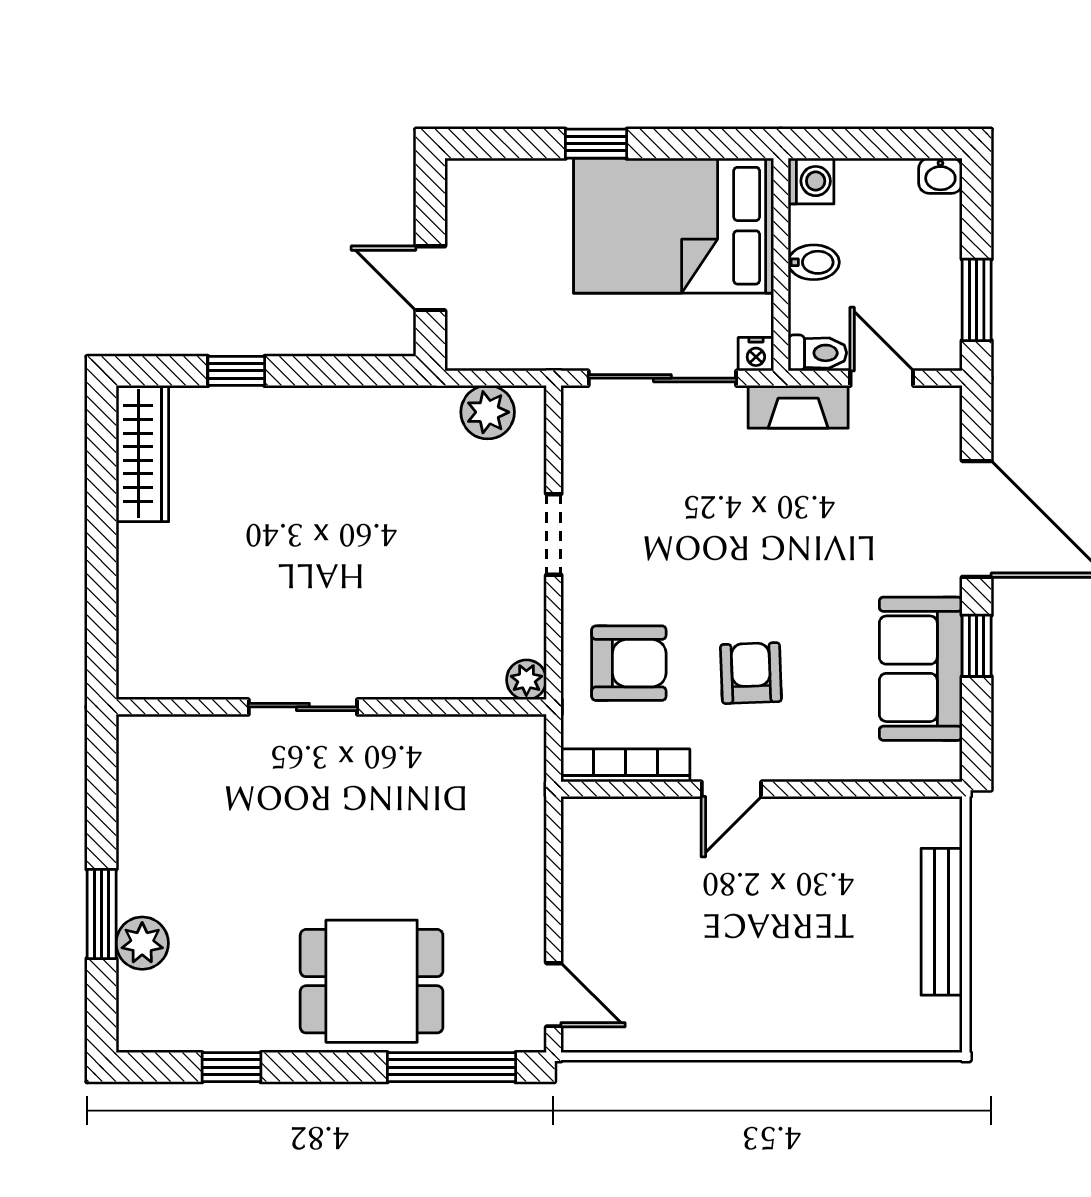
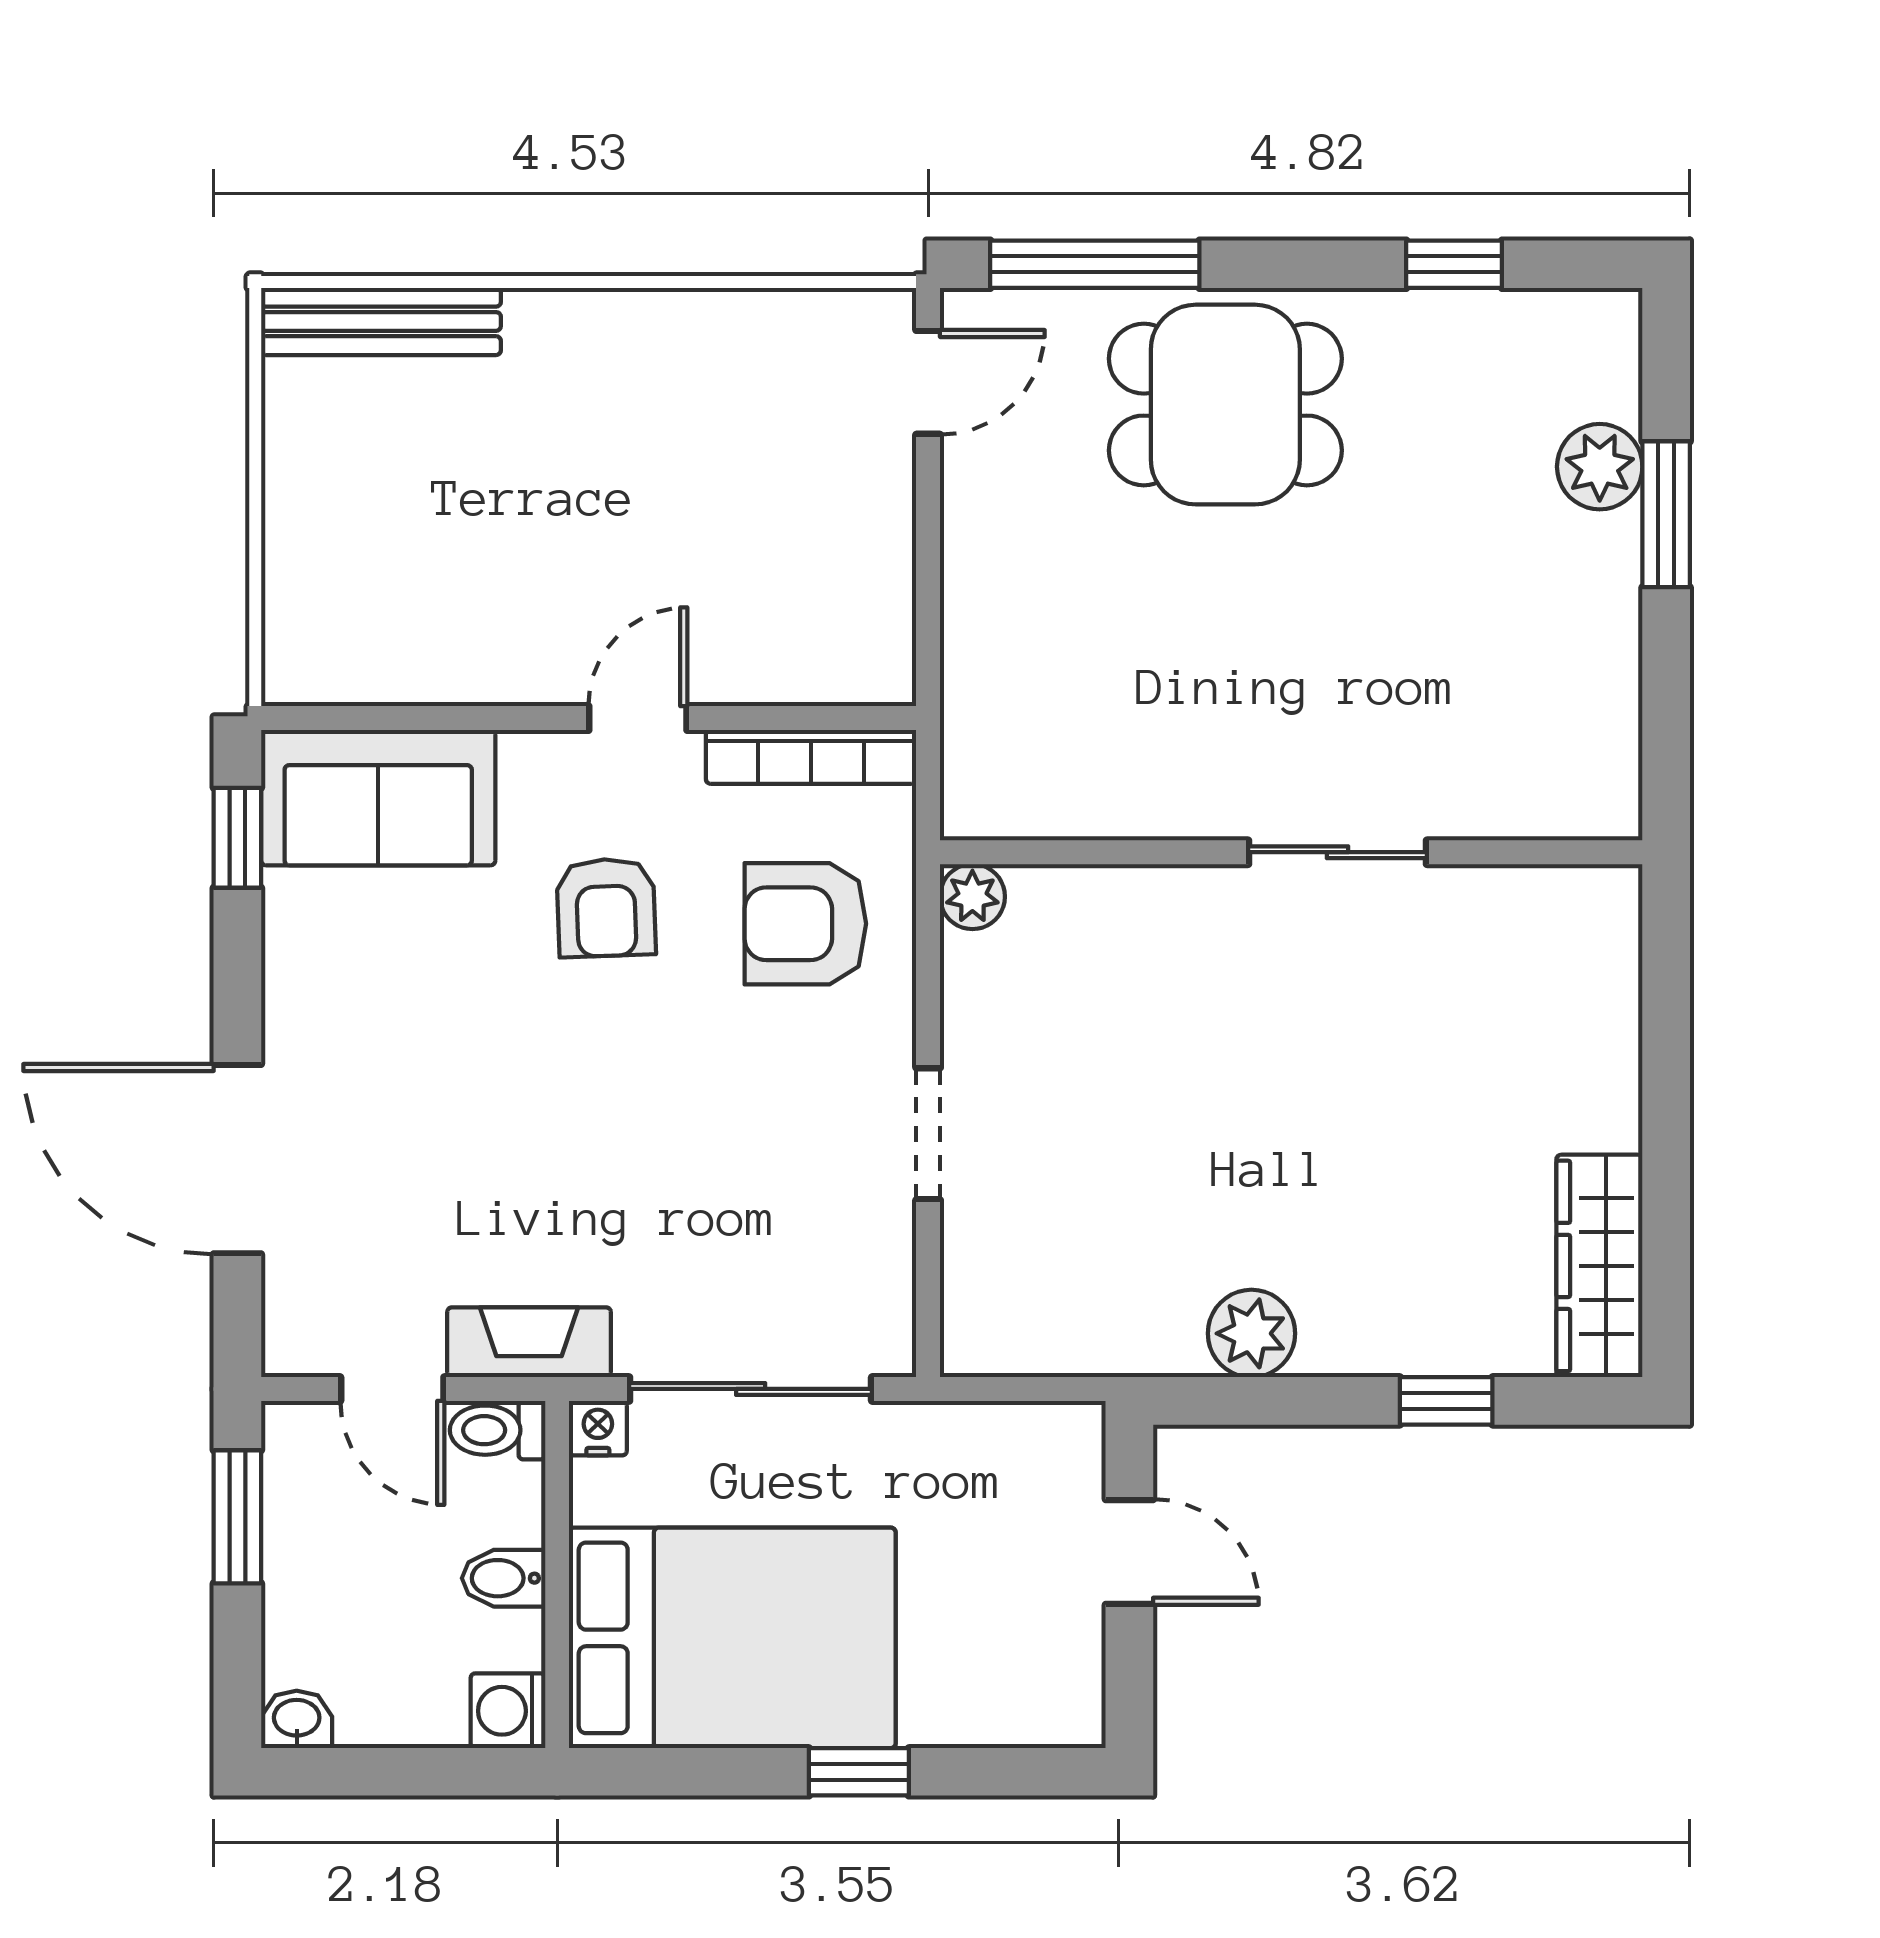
plant: (488, 412) -> (1251, 1333), moved
window: (977, 646) -> (237, 838), moved
sofa: (921, 669) -> (378, 798), moved, turned 90
bench: (942, 922) -> (381, 321), moved, turned 90
door: (554, 995) -> (928, 382), swing flipped

